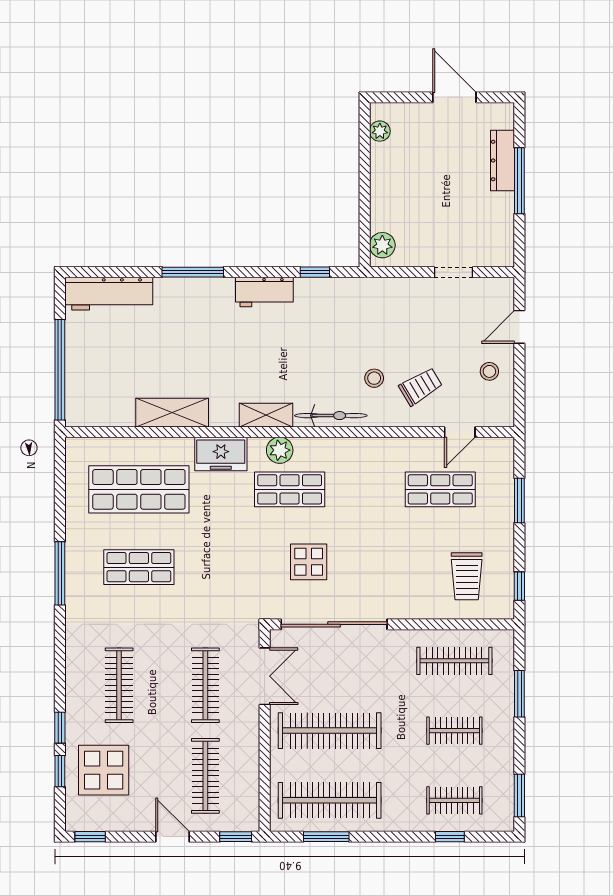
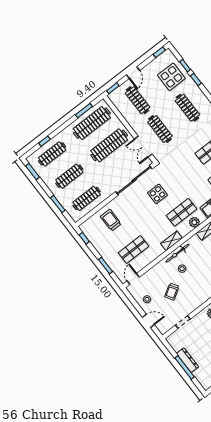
dresser: (502, 161) -> (187, 360), moved
door: (519, 327) -> (148, 321), hinge flipped
trolley: (421, 387) -> (172, 292), moved
bicycle: (331, 416) -> (177, 253), moved
door: (460, 432) -> (133, 279), moved
shelving: (352, 449) -> (171, 241), added
trolley: (467, 576) -> (111, 220), moved
clothes rail: (454, 731) -> (69, 176), width x1.36
clothes rail: (454, 800) -> (52, 154), width x1.36
door: (172, 837) -> (133, 73), hinge flipped

